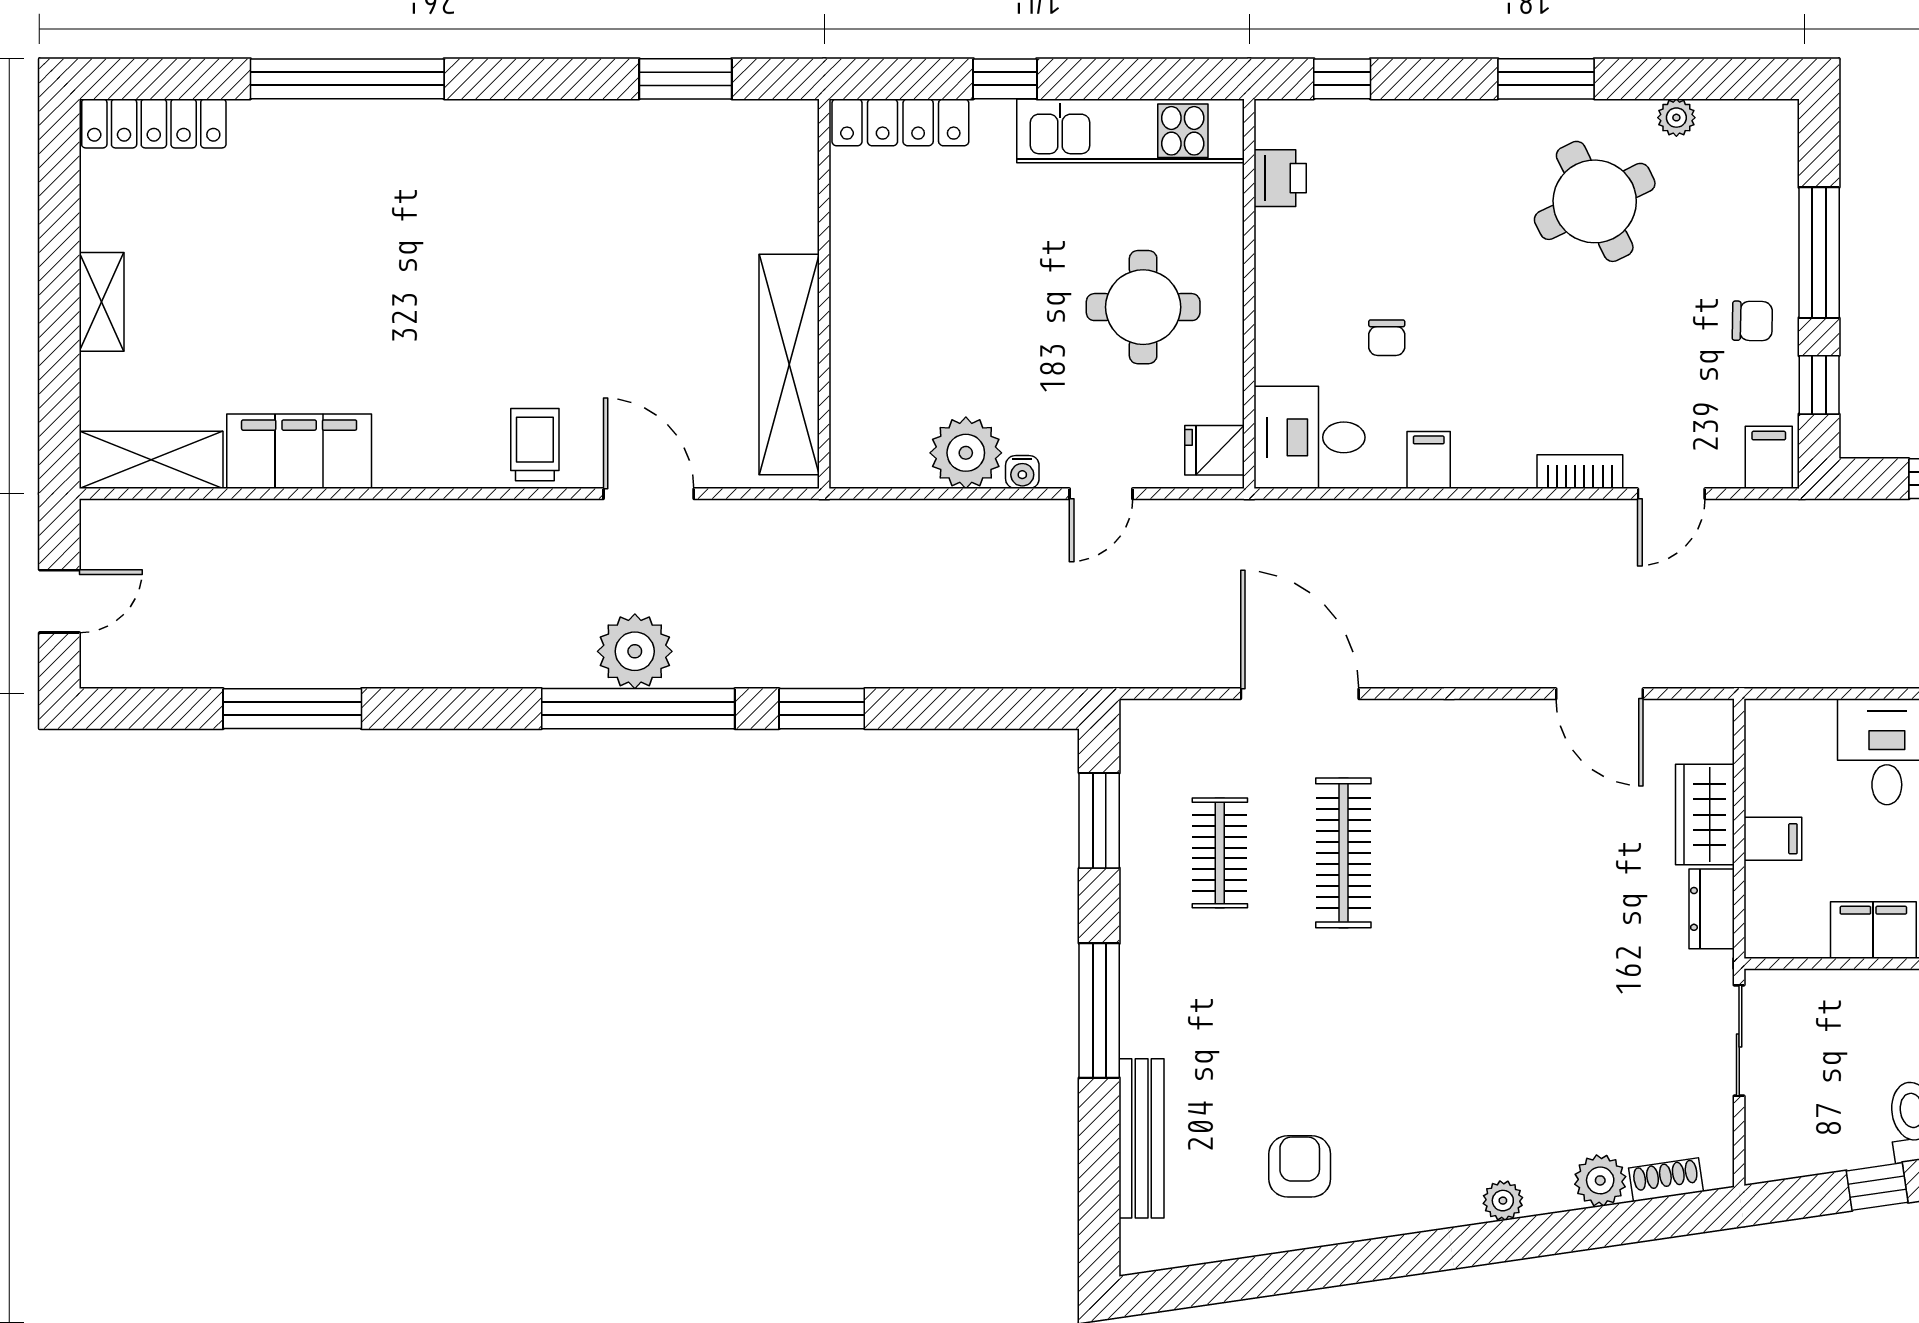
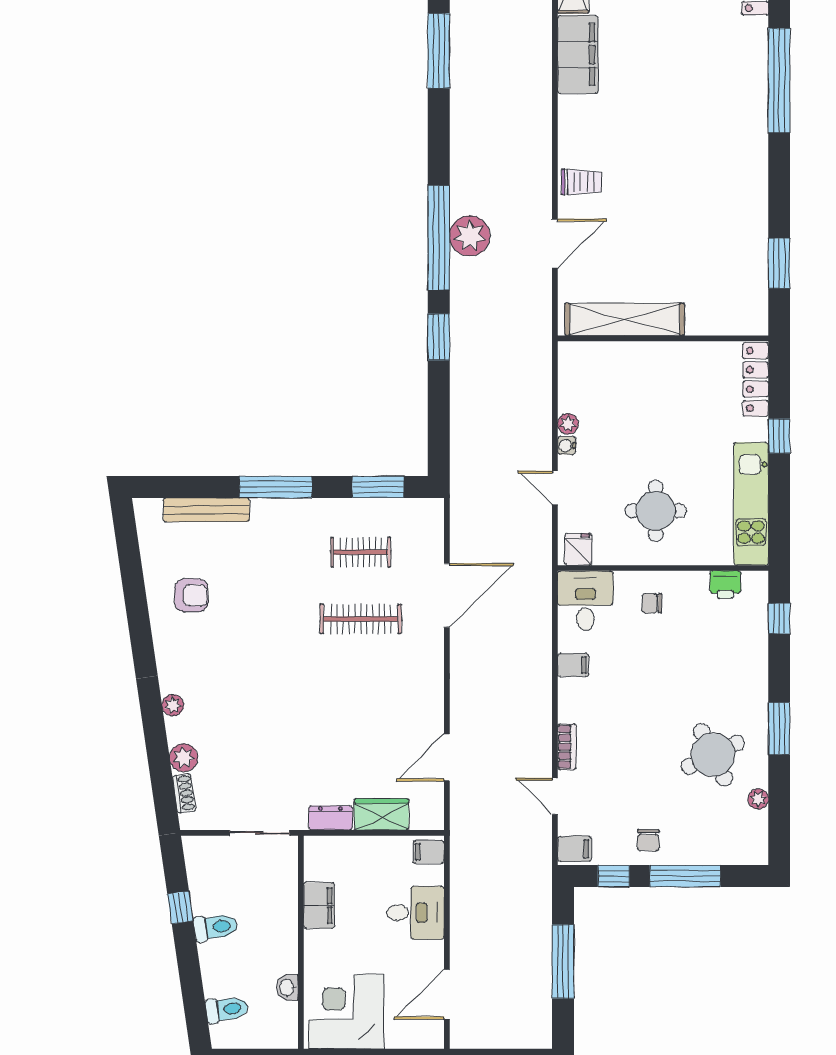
chair: (1387, 338) -> (652, 603), moved
plant: (966, 453) -> (568, 424), width x0.53, depth x0.53
filing cabinet: (1773, 839) -> (429, 852), moved, turned 90

